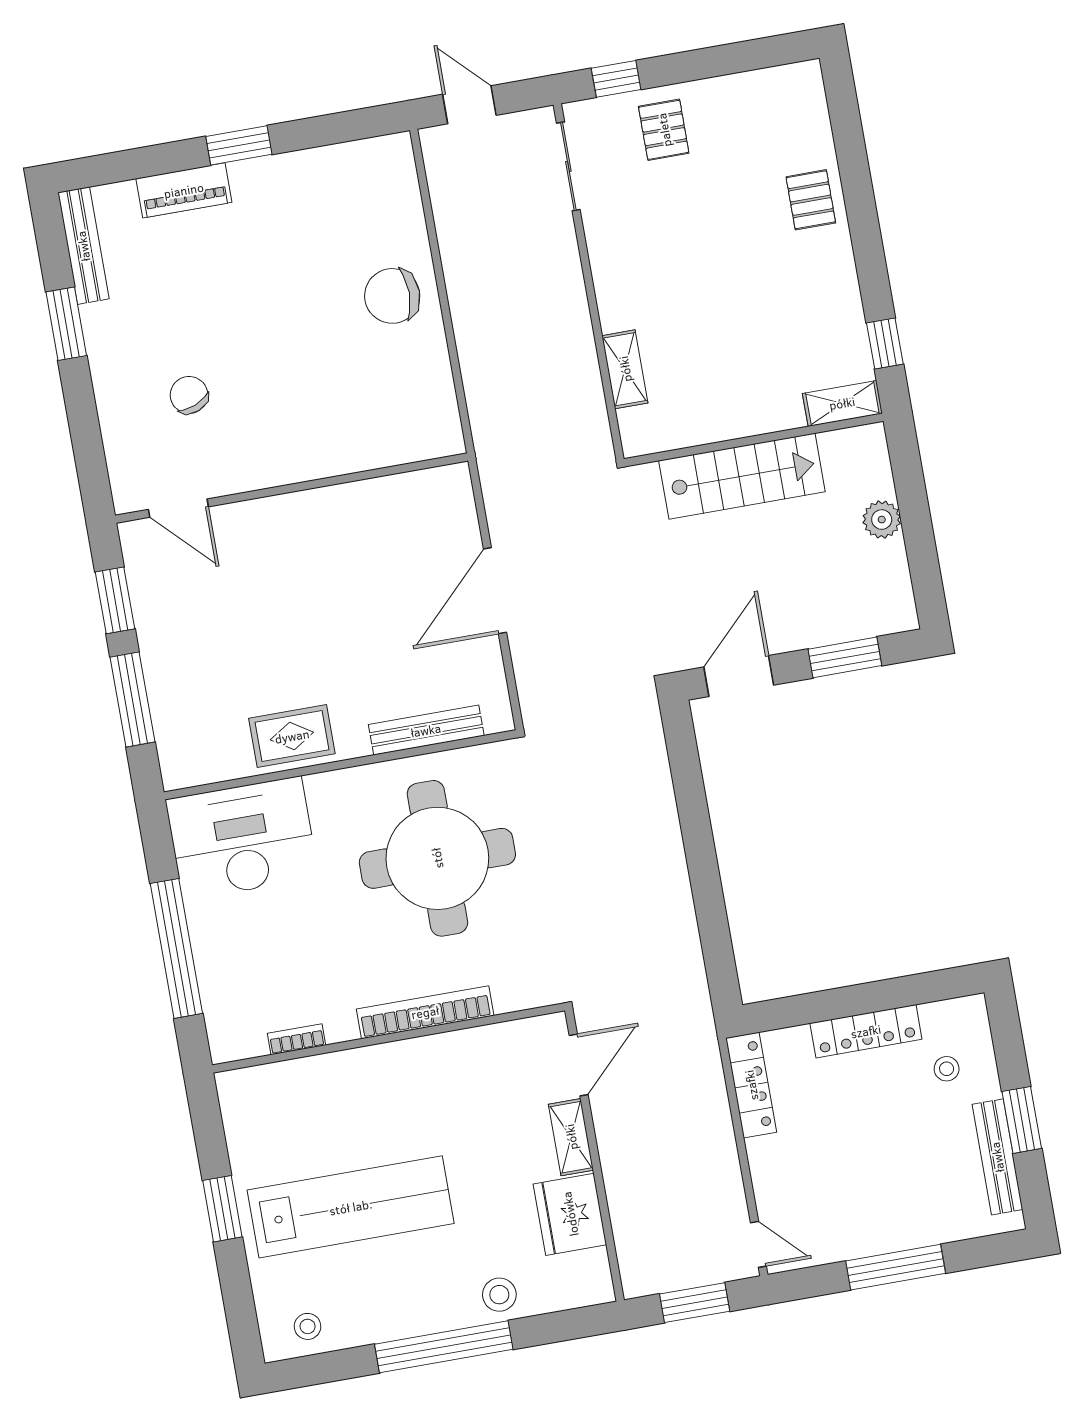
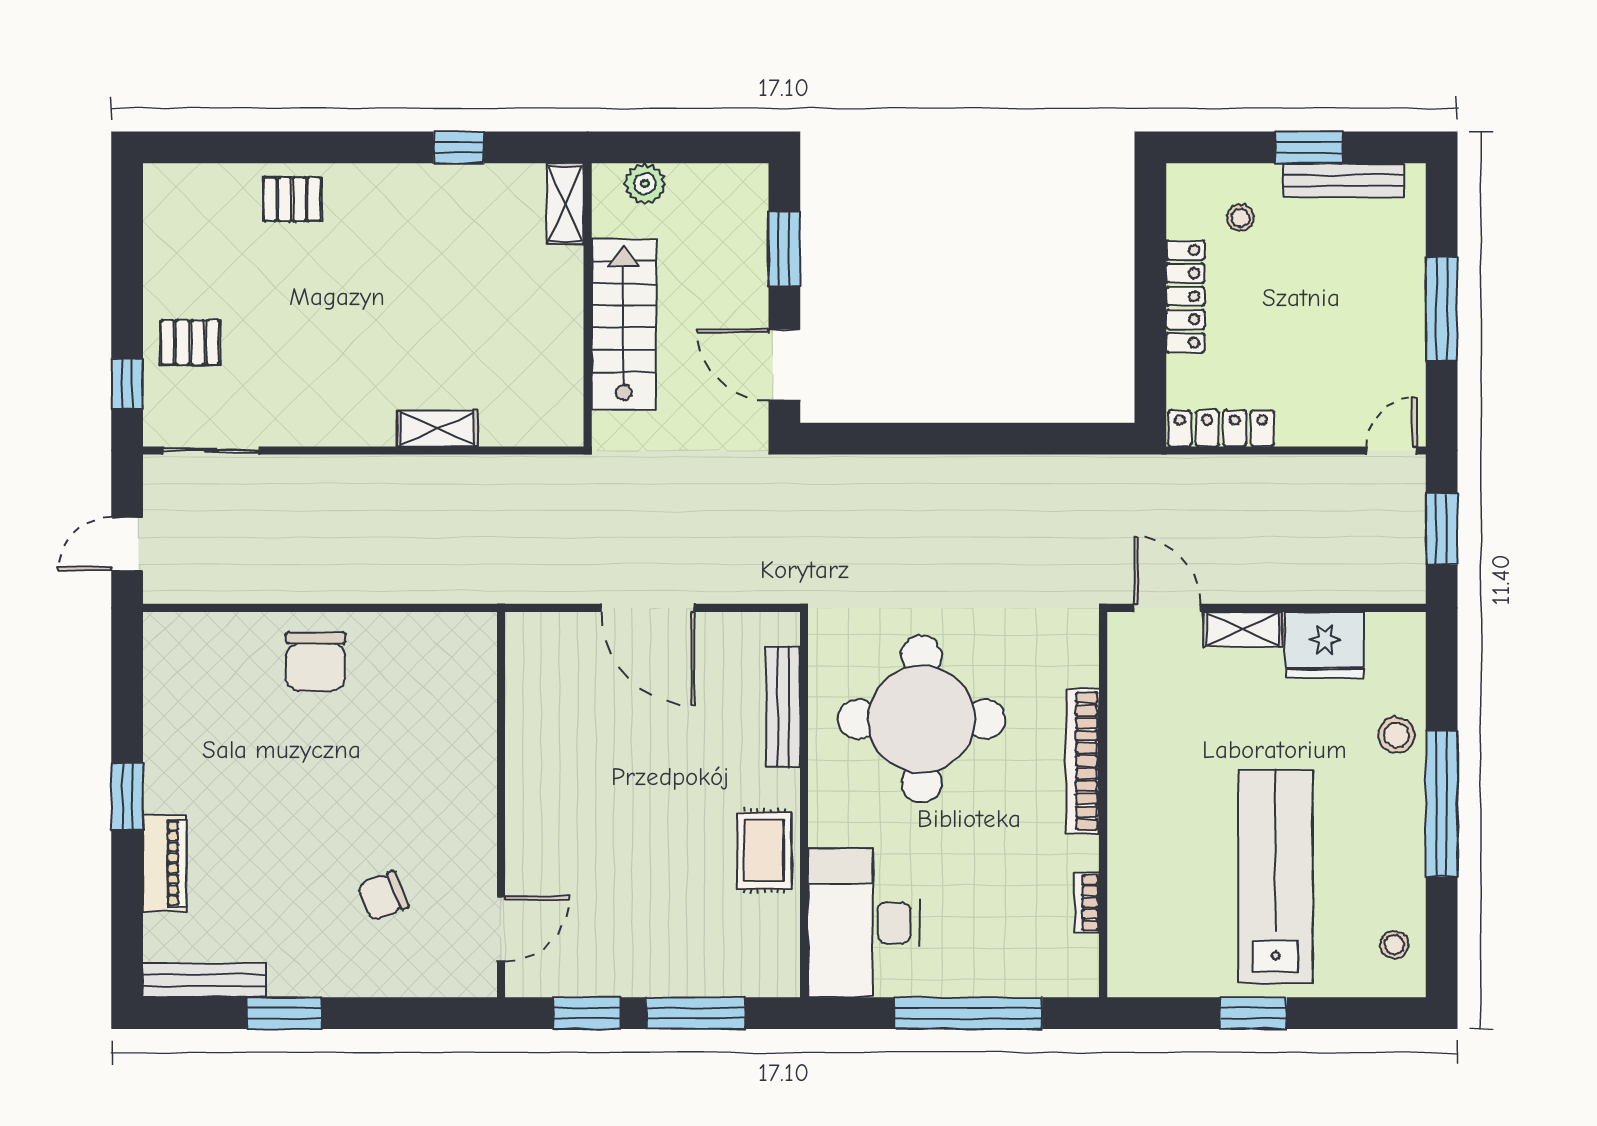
shelving: (842, 403) -> (565, 204), moved
wall: (754, 440) -> (588, 305), moved
stairs: (742, 476) -> (624, 324), moved

